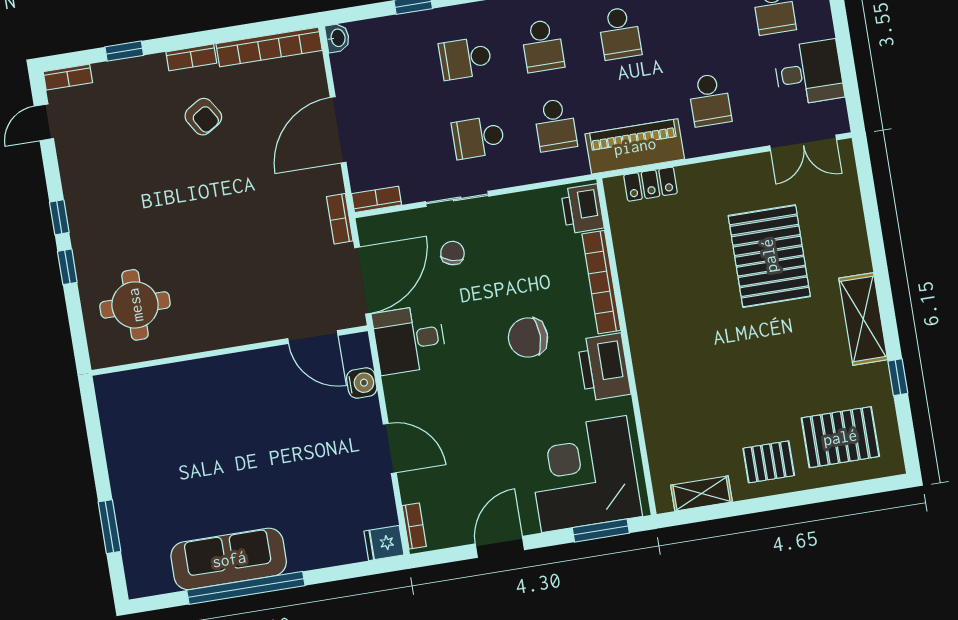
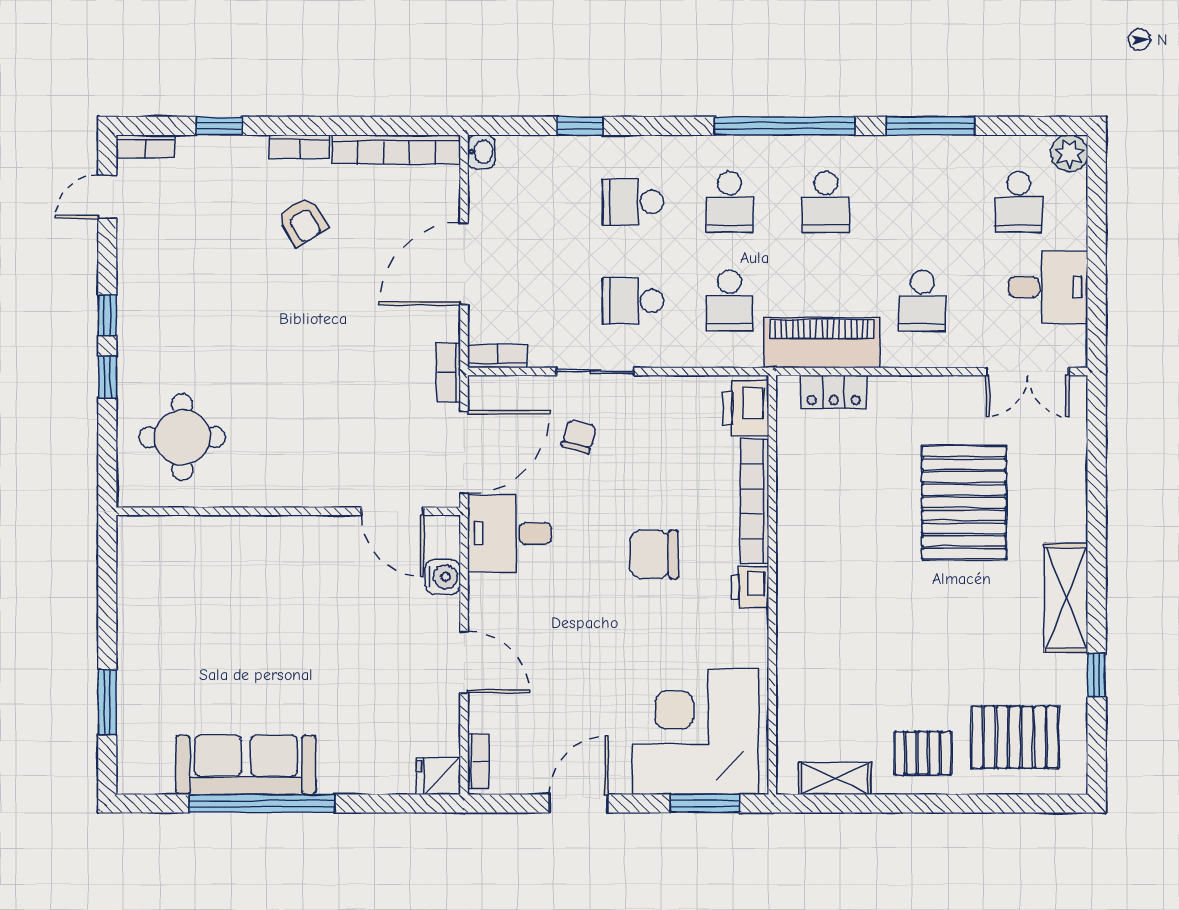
printer: (604, 367) -> (750, 587), width x0.53, depth x0.68

